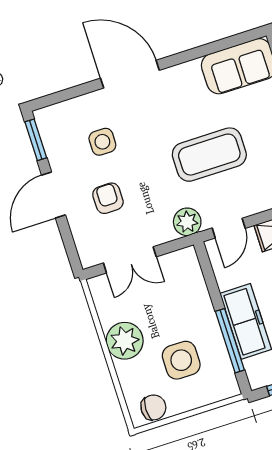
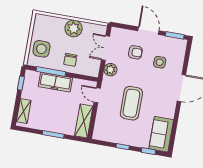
plant: (187, 222) -> (110, 70), moved
side table: (181, 360) -> (41, 49), moved
chair: (153, 407) -> (70, 60), moved

